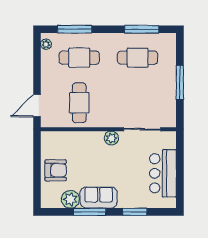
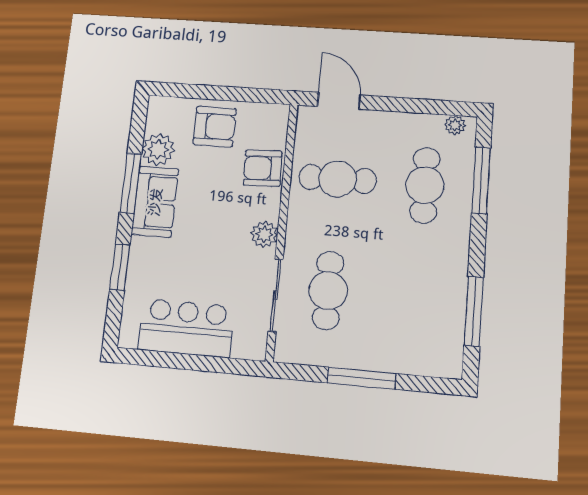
cafe table: (138, 58) -> (328, 290), moved
armchair: (76, 142) -> (263, 168), added
armchair: (56, 170) -> (215, 127), turned -90

